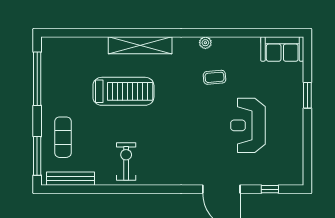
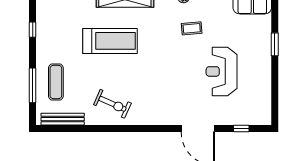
window: (37, 79) -> (33, 30), width x0.32
window: (37, 156) -> (33, 85), moved
exercise bike: (126, 162) -> (112, 104), turned 114

